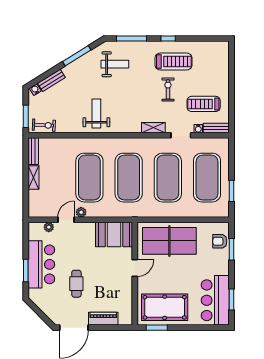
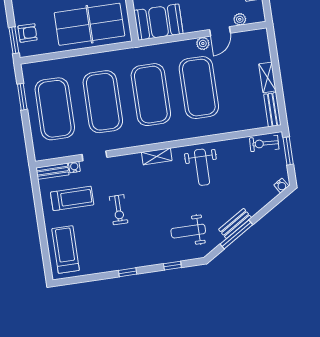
window: (132, 38) -> (172, 266), width x0.46
treadmill: (173, 61) -> (66, 249), moved, turned 90
bench: (51, 80) -> (235, 223), moved
shelving: (153, 128) -> (157, 156), moved
window: (232, 249) -> (14, 40), moved

